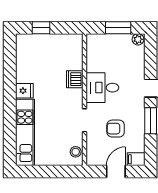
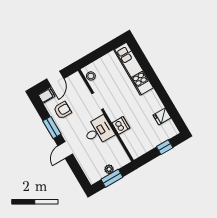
plant: (138, 39) -> (109, 169), moved
fridge: (24, 91) -> (162, 116), moved
armchair: (116, 129) -> (62, 110), moved

